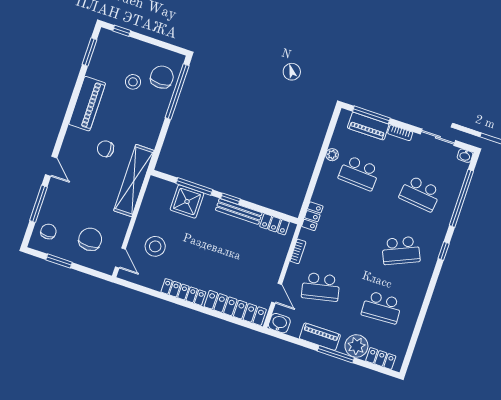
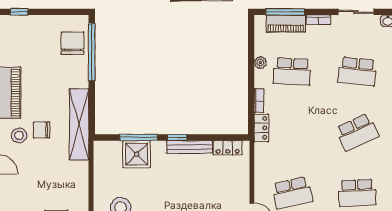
stool: (133, 82) -> (19, 135), moved
shelving: (134, 181) -> (79, 124), moved
bookcase: (298, 251) -> (259, 101), moved

